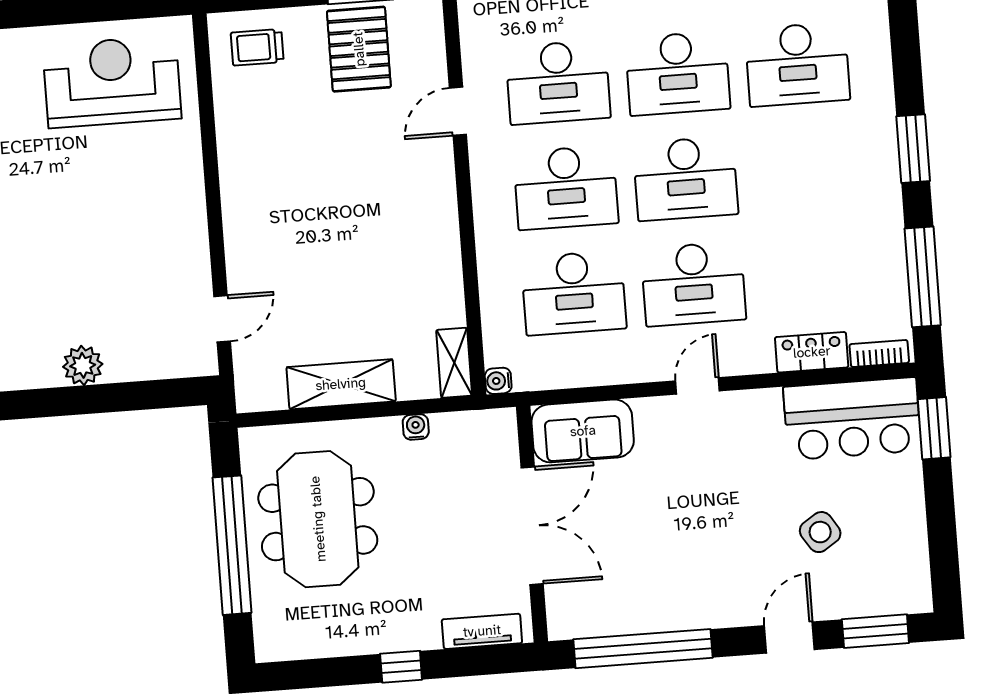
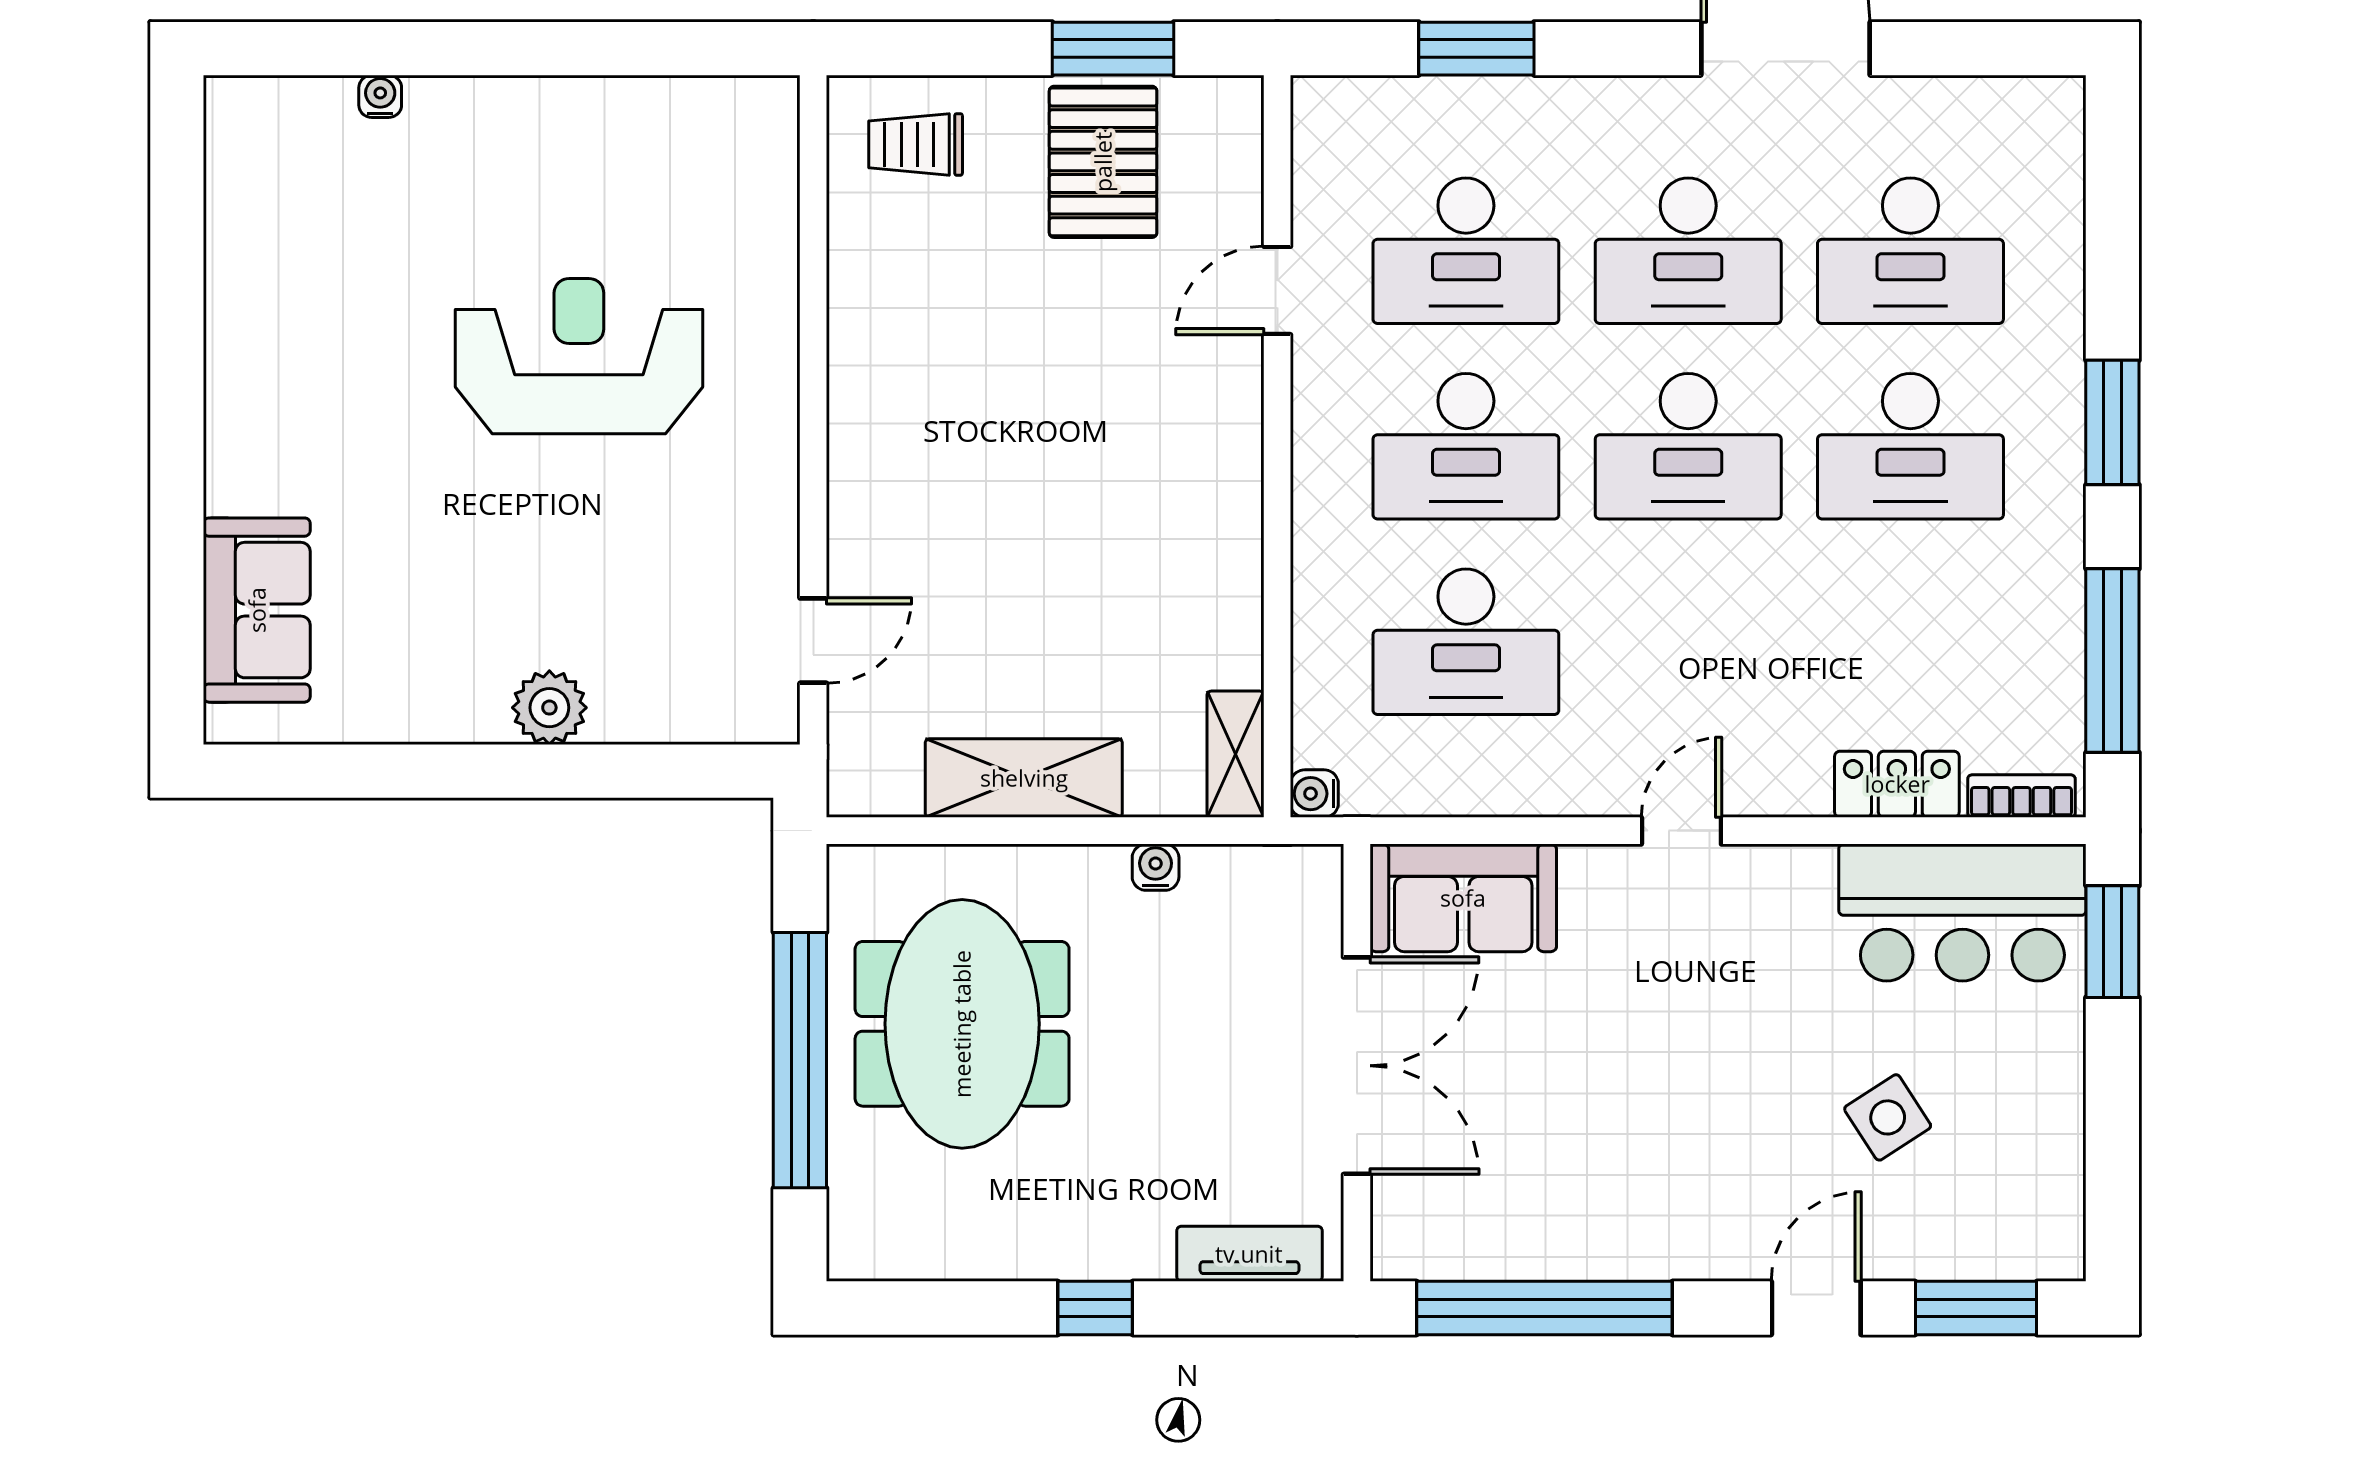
reception desk: (112, 82) -> (579, 356), moved
desk: (693, 284) -> (1910, 446), moved

